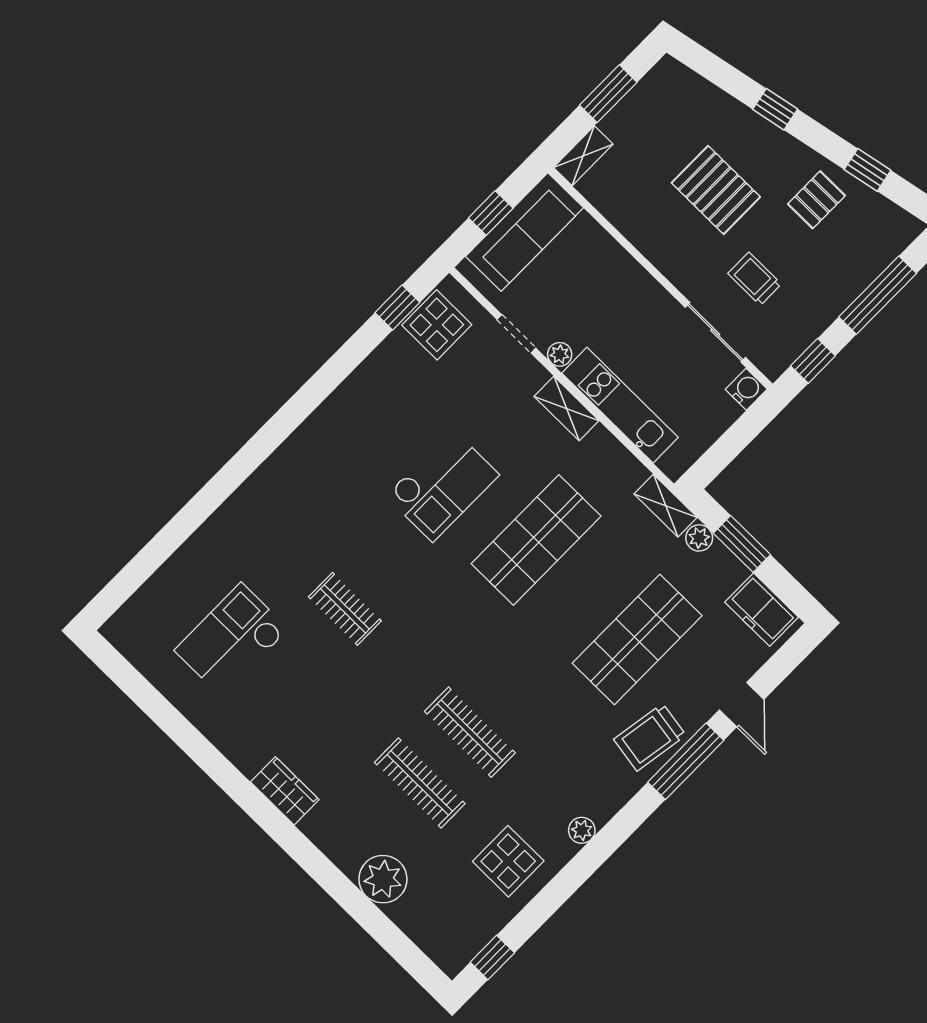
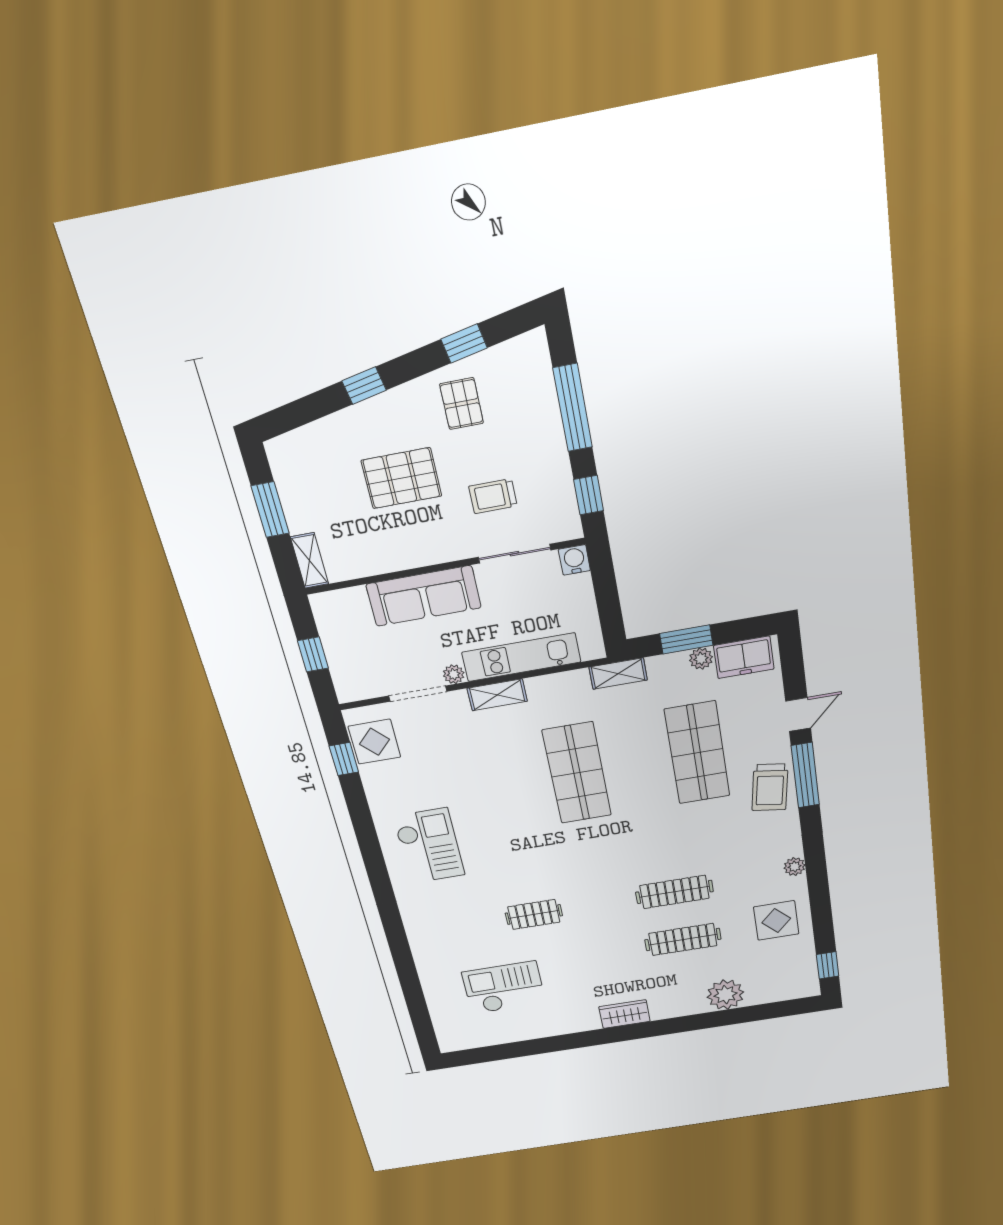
sofa: (524, 232) -> (424, 596), moved, turned 90
doorway: (516, 334) -> (418, 694), width x1.38
checkout: (442, 485) -> (429, 846), moved
plant: (699, 538) -> (701, 659), moved
checkout: (231, 640) -> (504, 988), turned 90
door: (742, 705) -> (798, 715), hinge flipped

